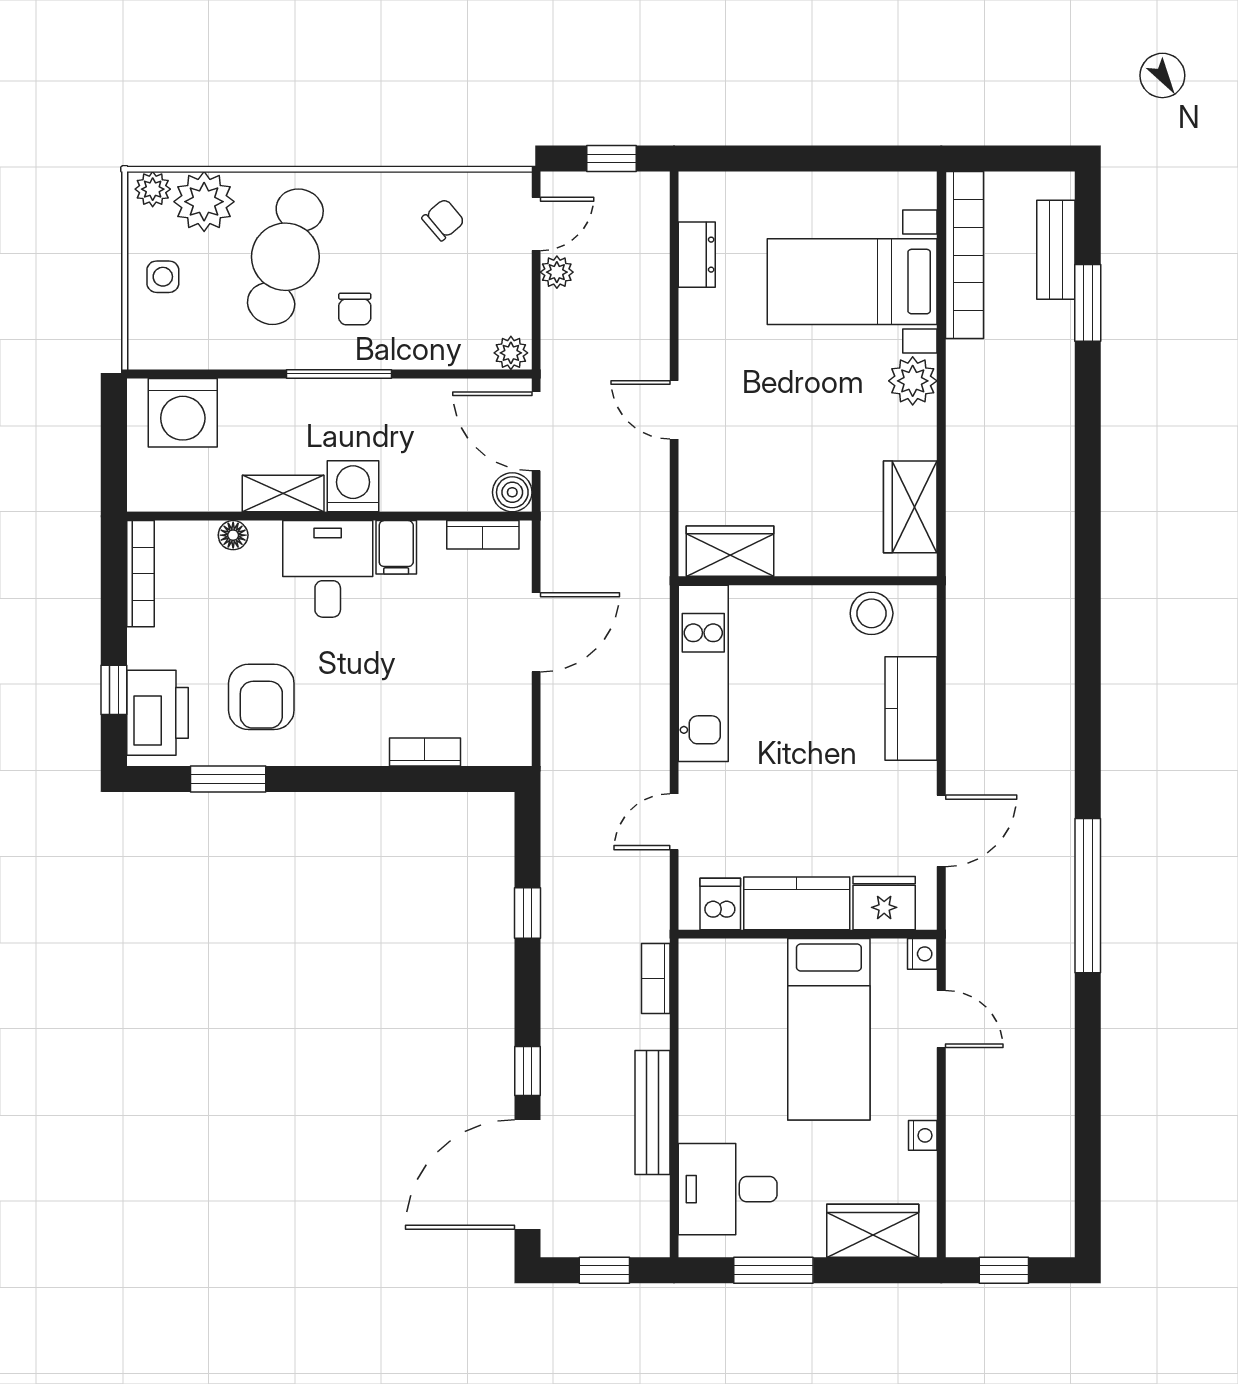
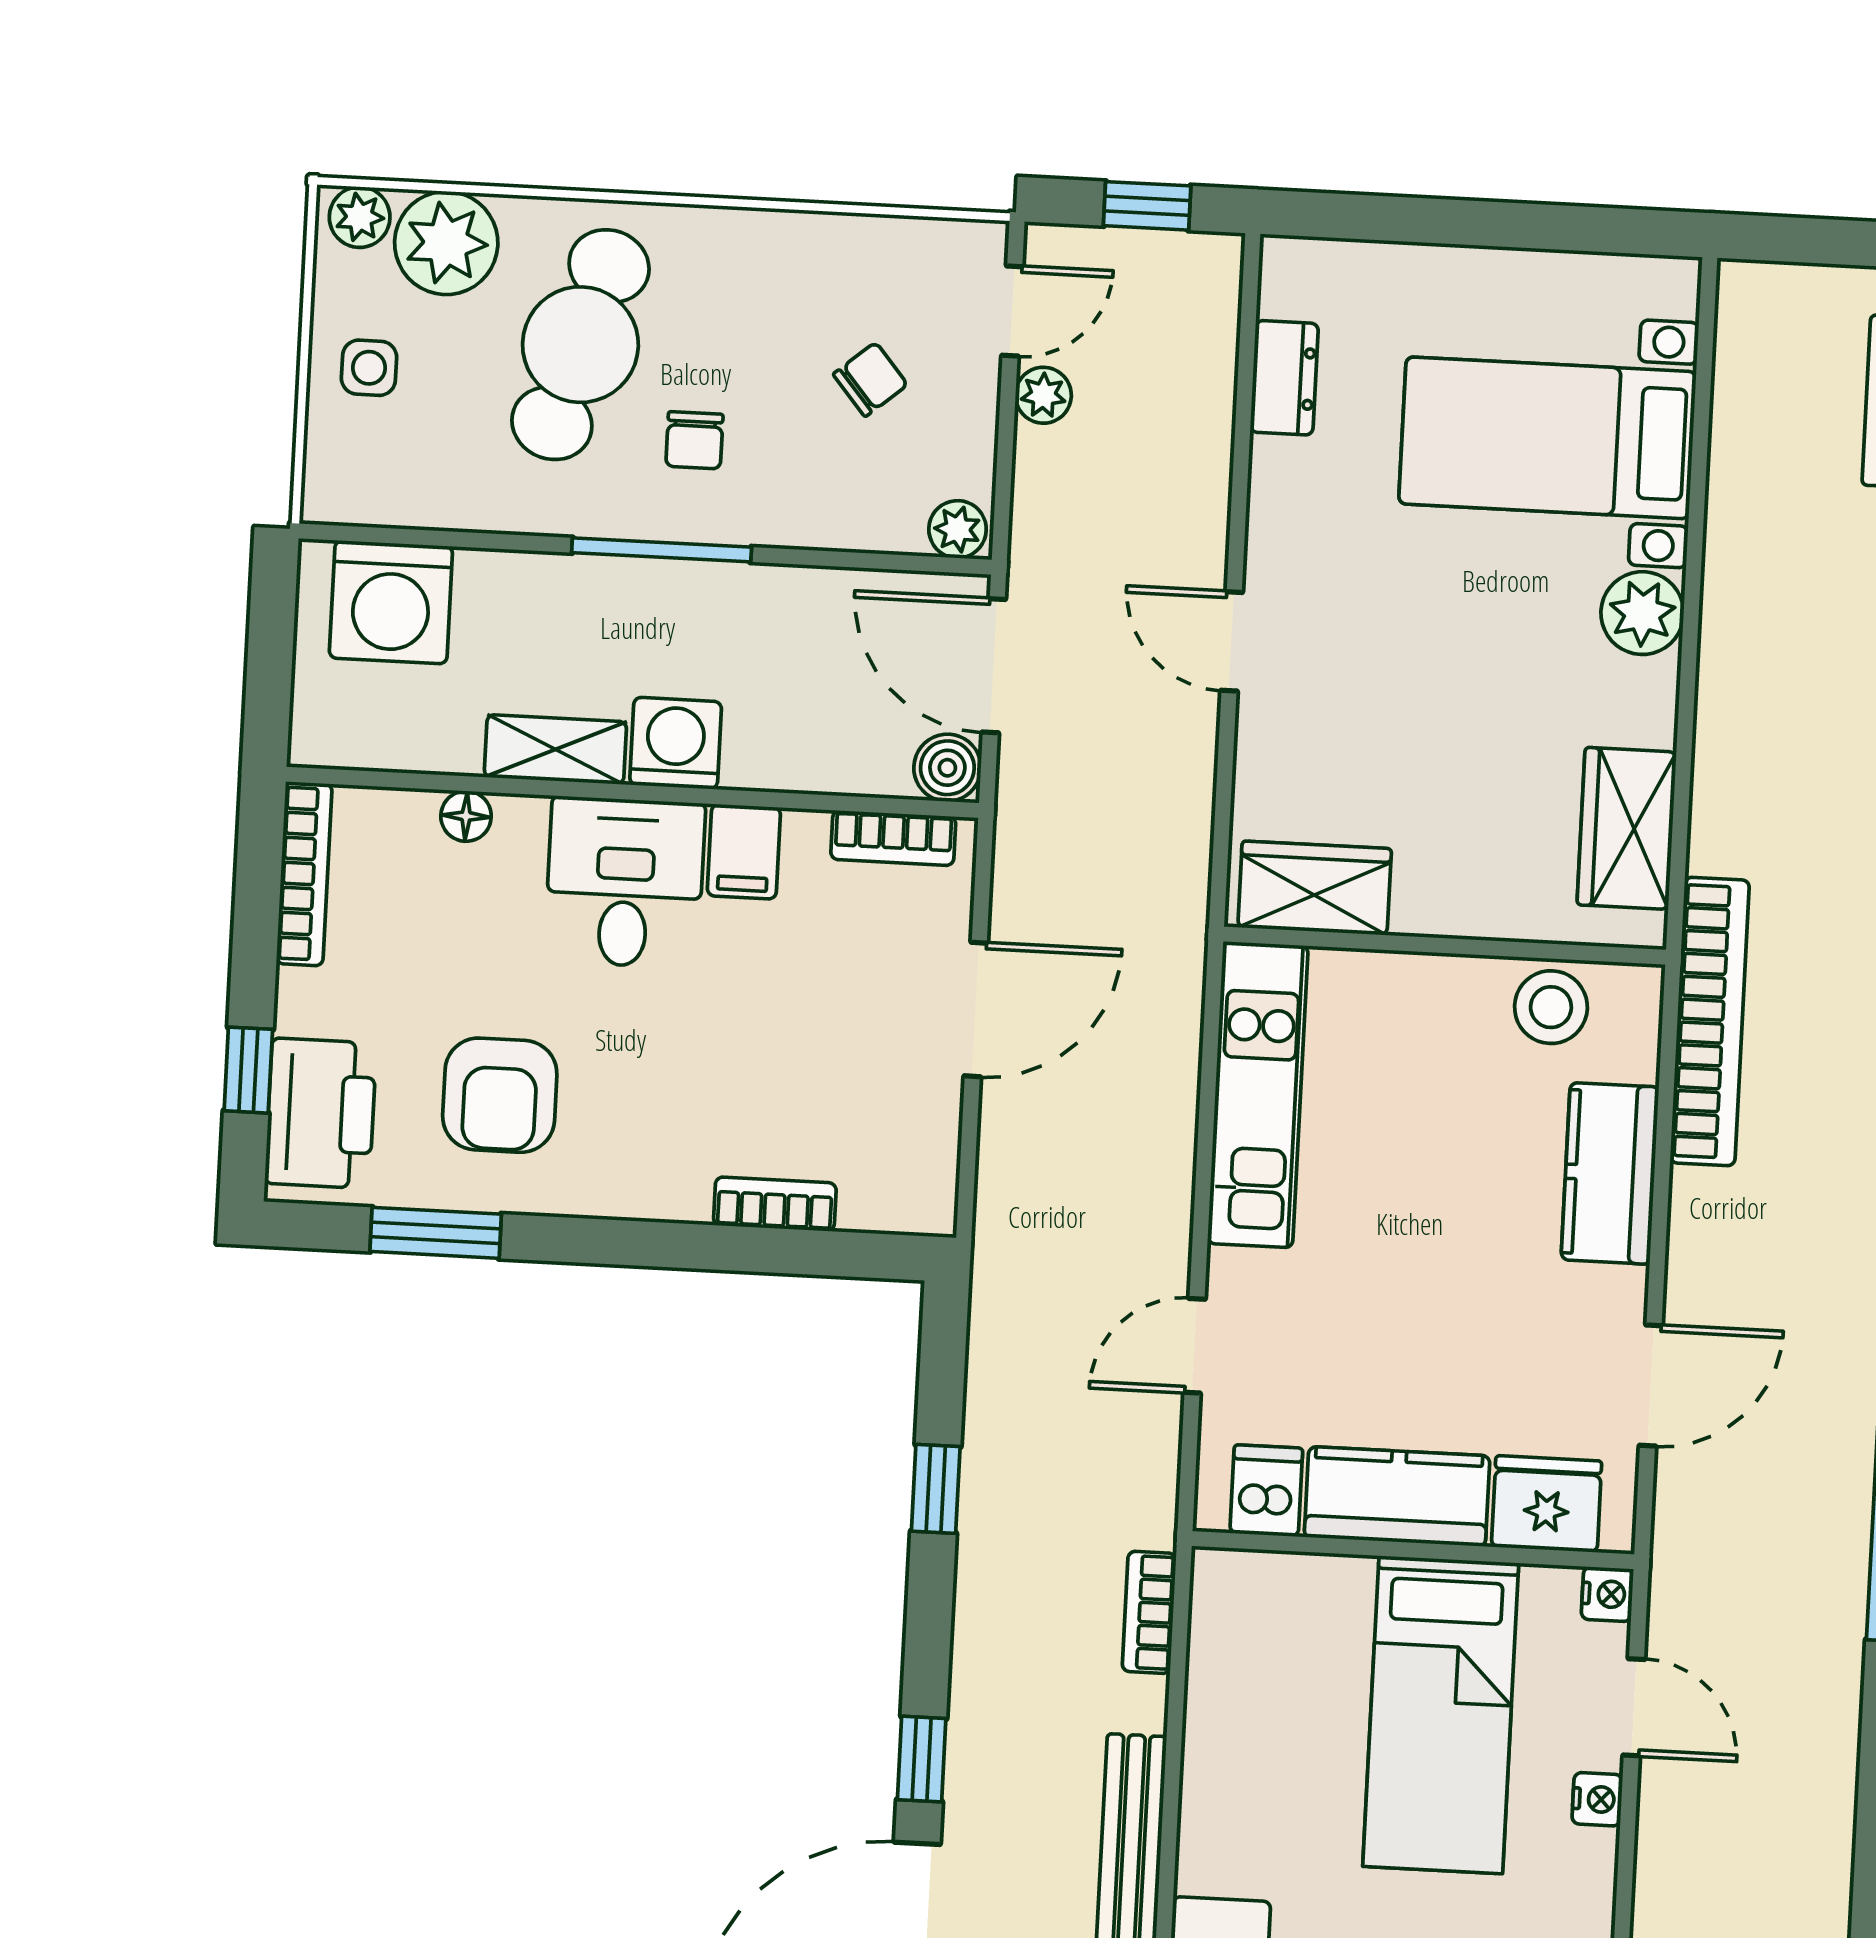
chair: (443, 220) -> (870, 379), moved
bookcase: (965, 255) -> (1710, 1022), moved
nightstand: (923, 1135) -> (1597, 1799), moved

